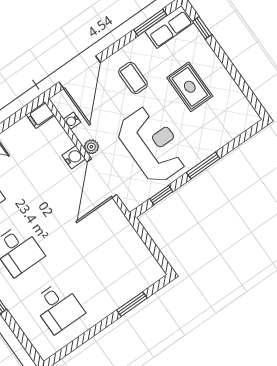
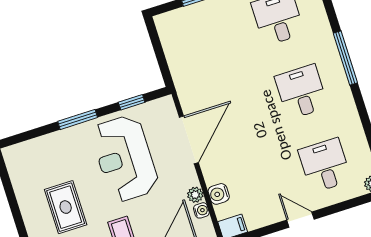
plant: (91, 147) -> (195, 195), moved
water cooler: (74, 157) -> (219, 194), moved

